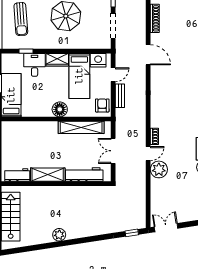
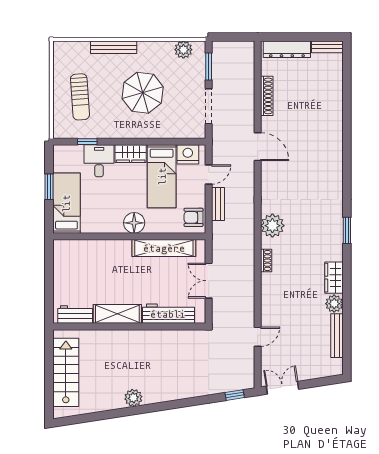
armchair: (102, 105) -> (193, 217), turned -90
door: (148, 154) -> (258, 337), moved
plant: (159, 169) -> (272, 226), moved

